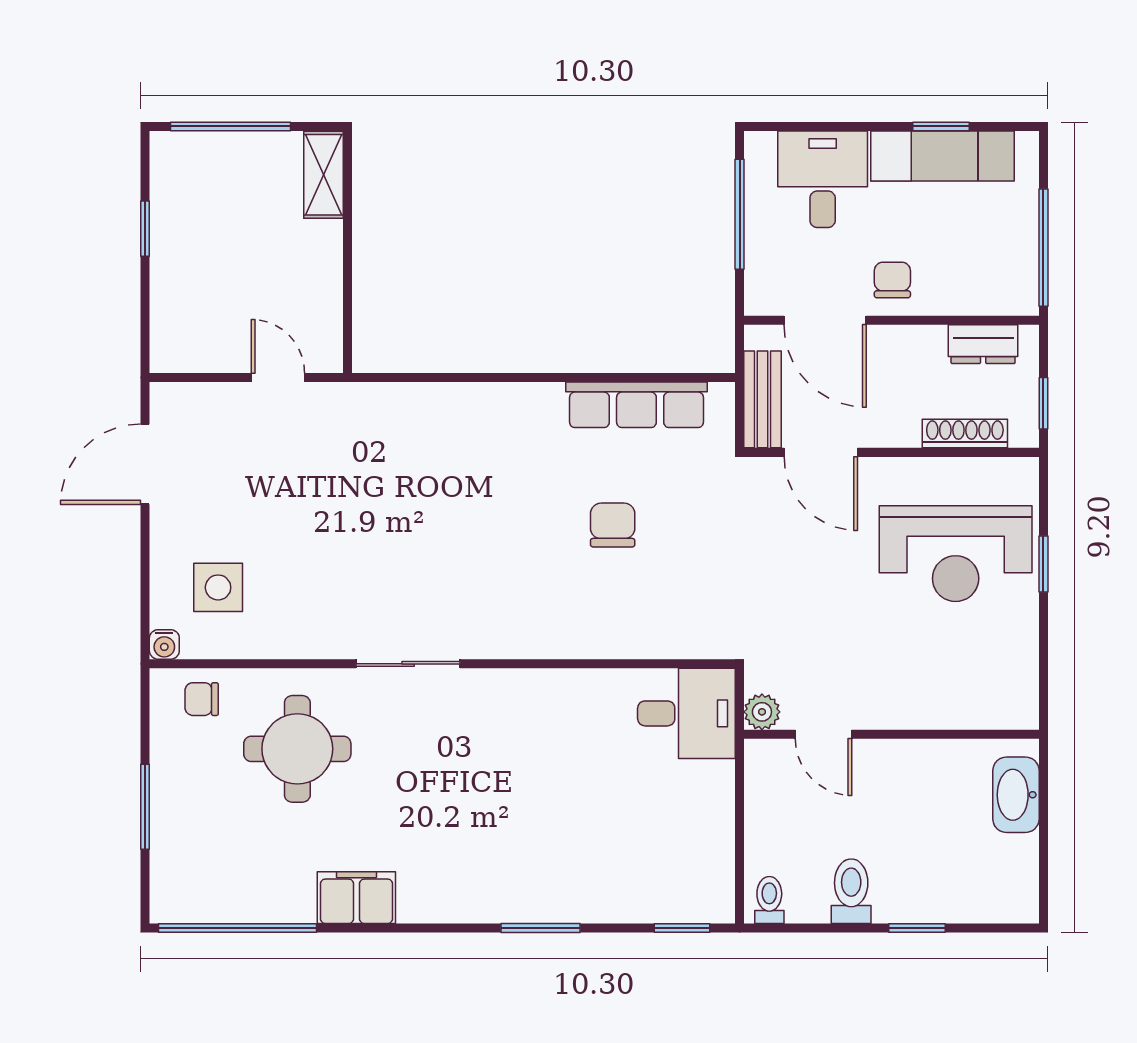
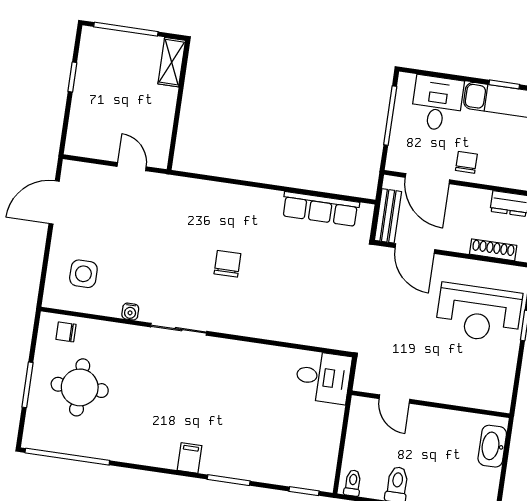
chair: (613, 525) -> (227, 264), moved
water cooler: (164, 644) -> (130, 312), moved
plant: (762, 712) -> (363, 382), removed
round table: (297, 749) -> (80, 387), moved
filing cabinet: (356, 898) -> (190, 458), moved, width x0.50

